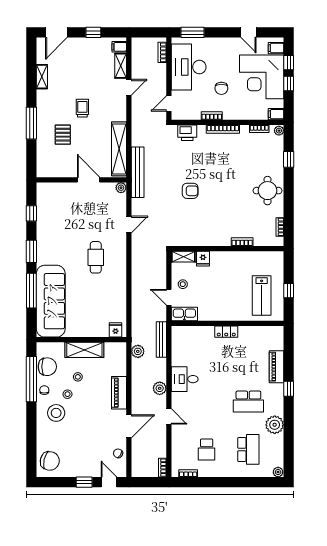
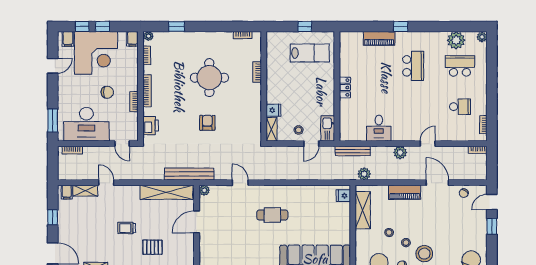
round table: (267, 191) -> (209, 78), moved, width x1.36, depth x1.36
shelving: (84, 350) -> (363, 210), moved
desk: (185, 379) -> (379, 128), moved
plant: (275, 425) -> (456, 40), moved

